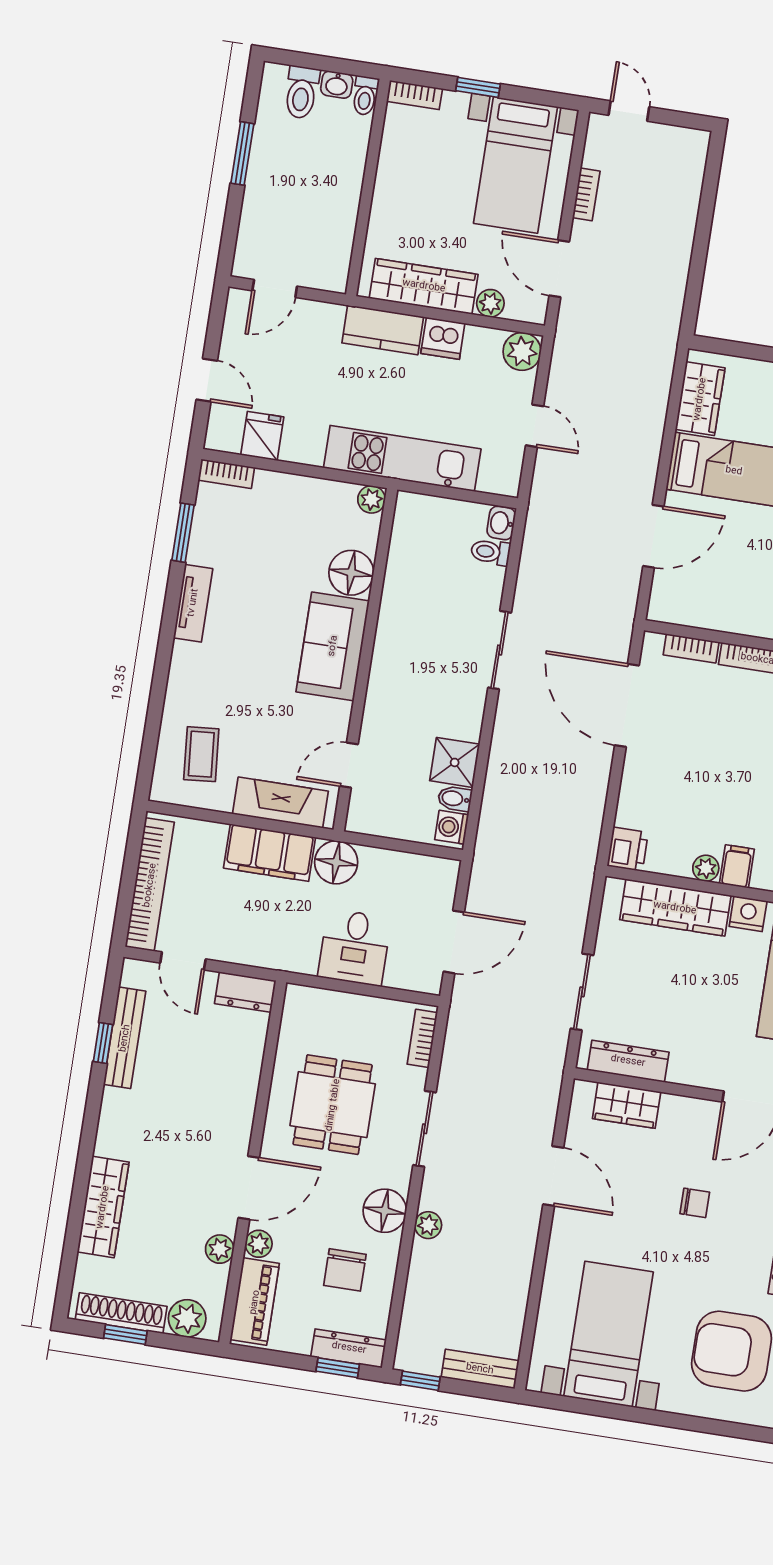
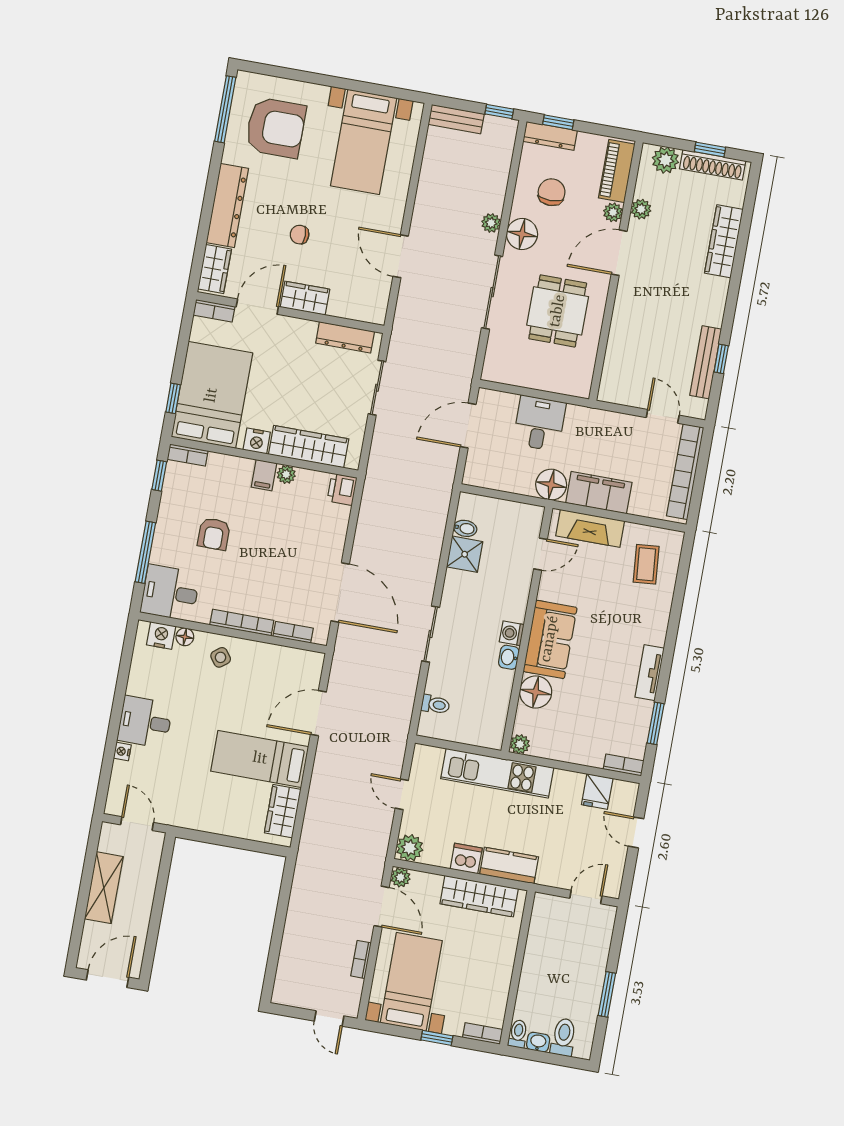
plant: (490, 303) -> (400, 877), moved
washbasin: (501, 523) -> (509, 657), moved, turned 180
washing machine: (452, 827) -> (512, 633), moved, turned 180
dresser: (245, 992) -> (618, 393), removed
bookcase: (422, 1038) -> (492, 357), removed
wardrobe: (627, 1105) -> (305, 298), moved
sliding door: (425, 1129) -> (492, 292), width x1.37

